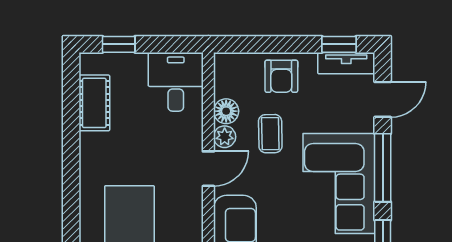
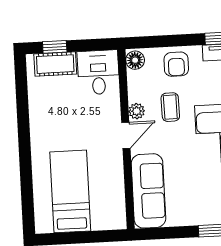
cot: (94, 103) -> (55, 64), moved, turned 90
floor lamp: (226, 111) -> (135, 60), moved

